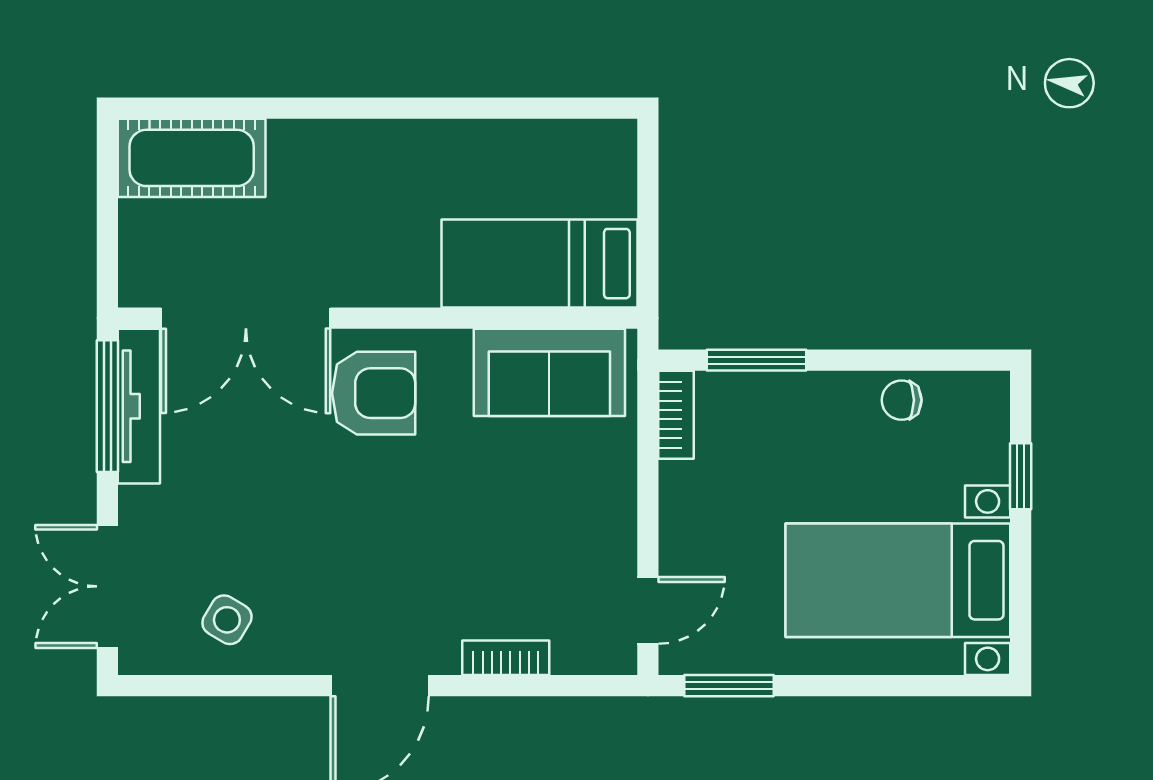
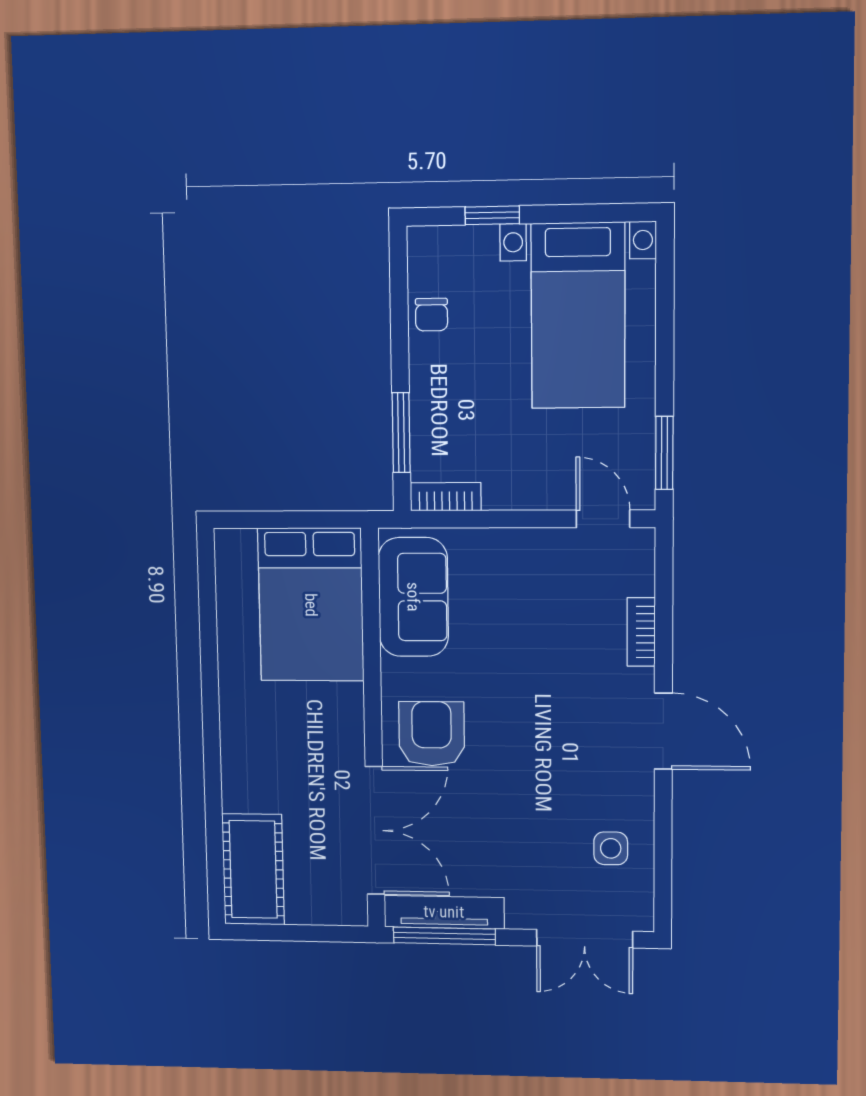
bed: (539, 264) -> (311, 605), width x1.50
side table: (227, 620) -> (611, 848), turned -31

